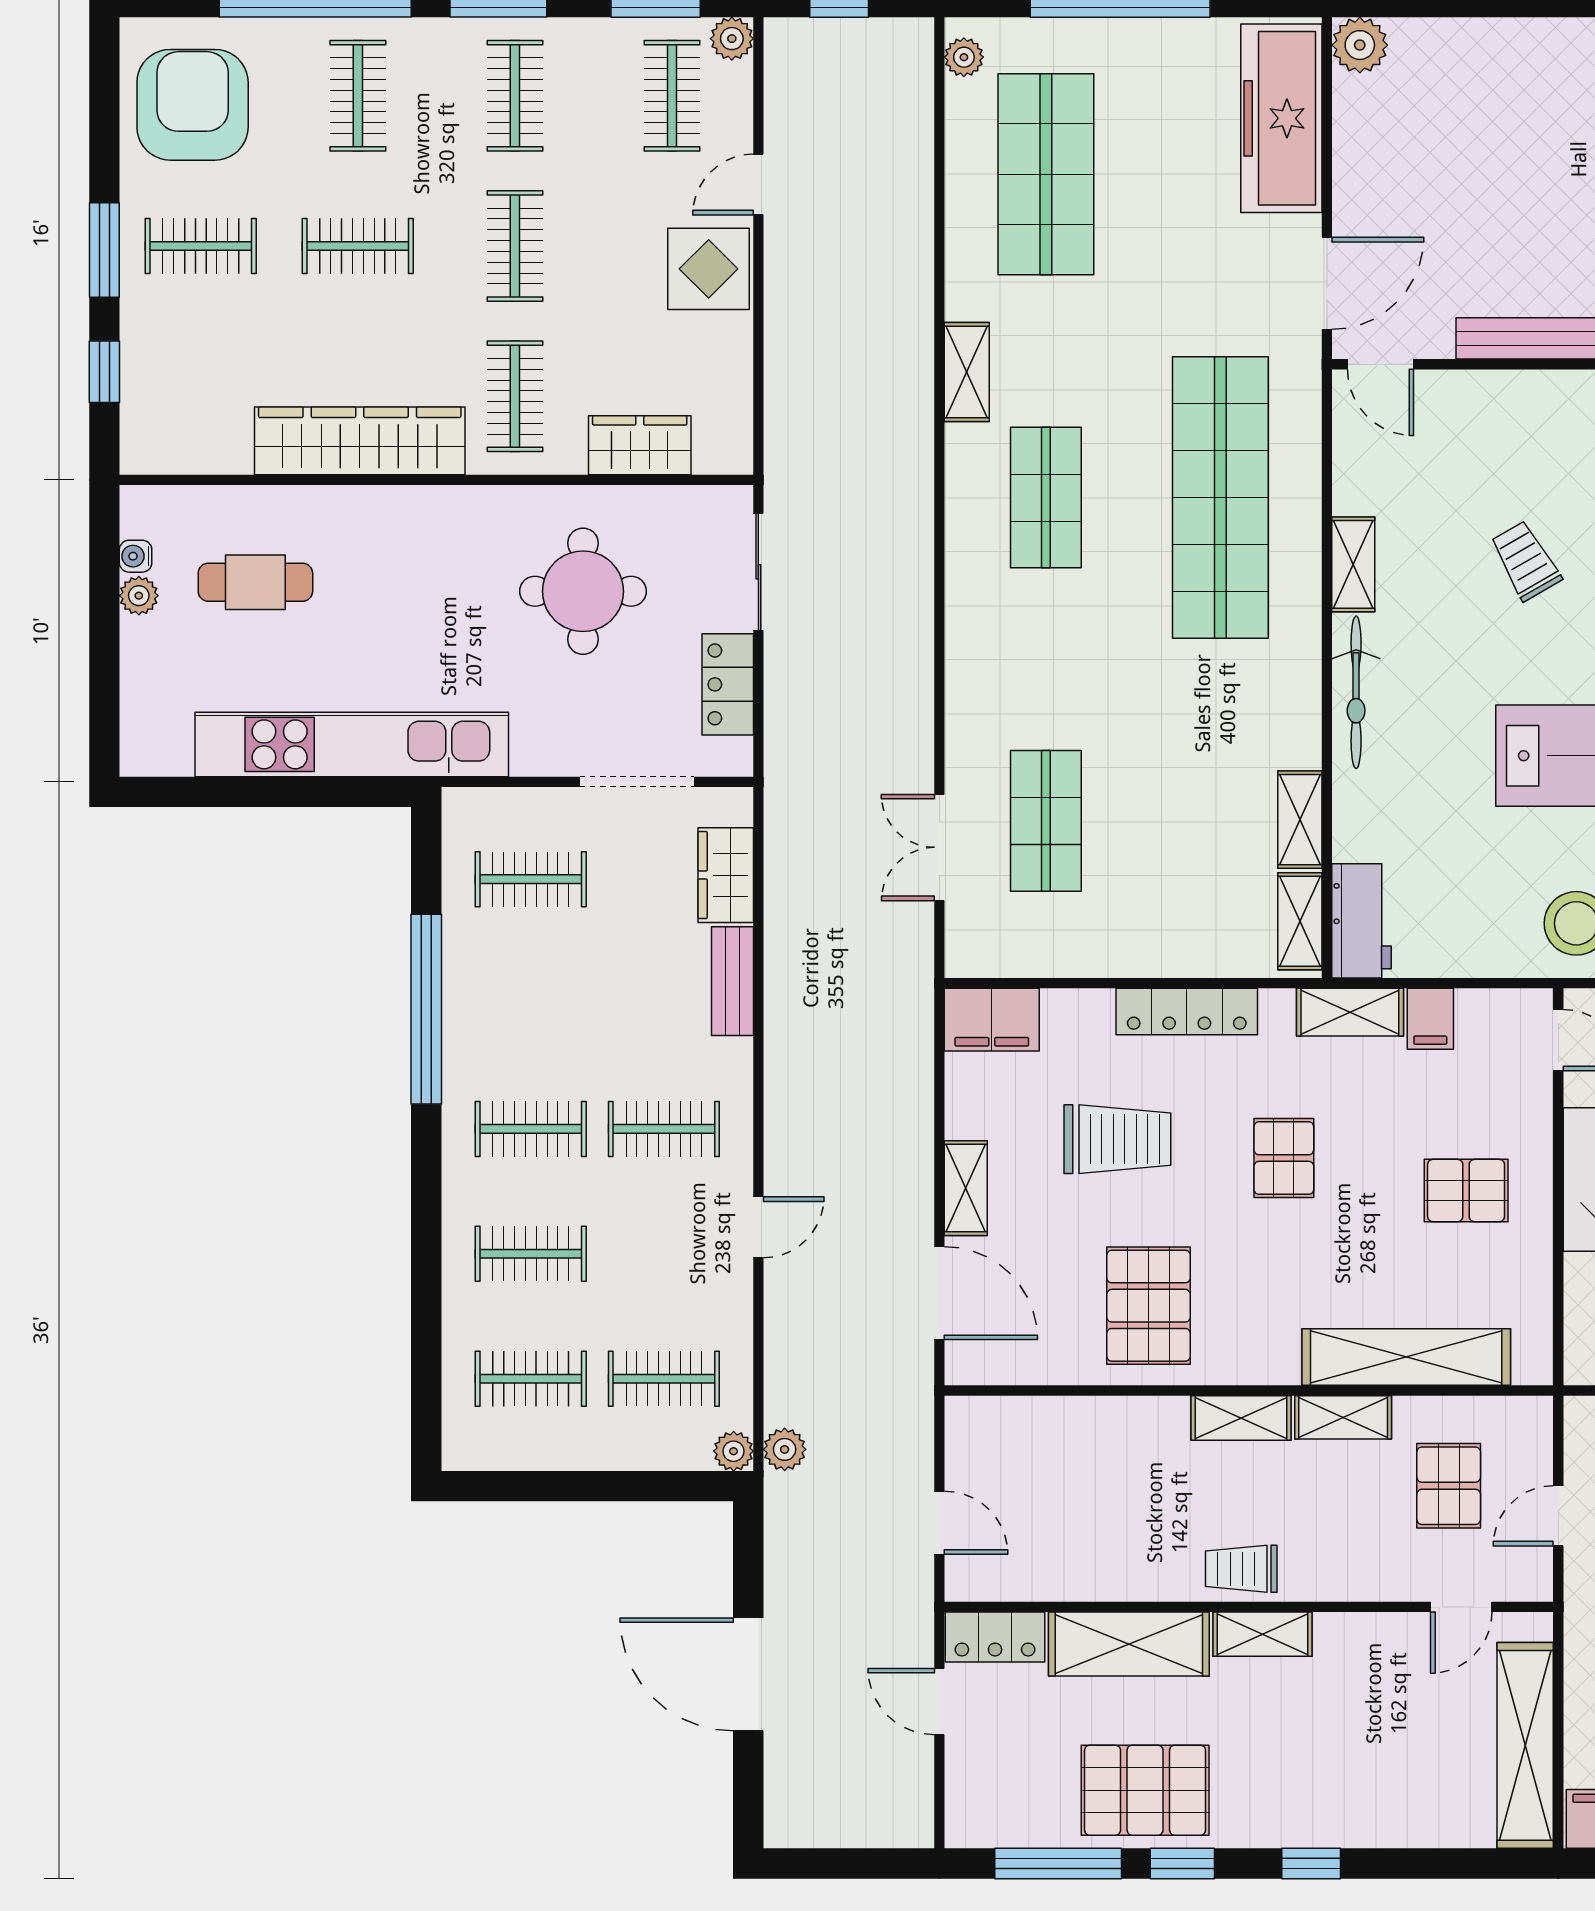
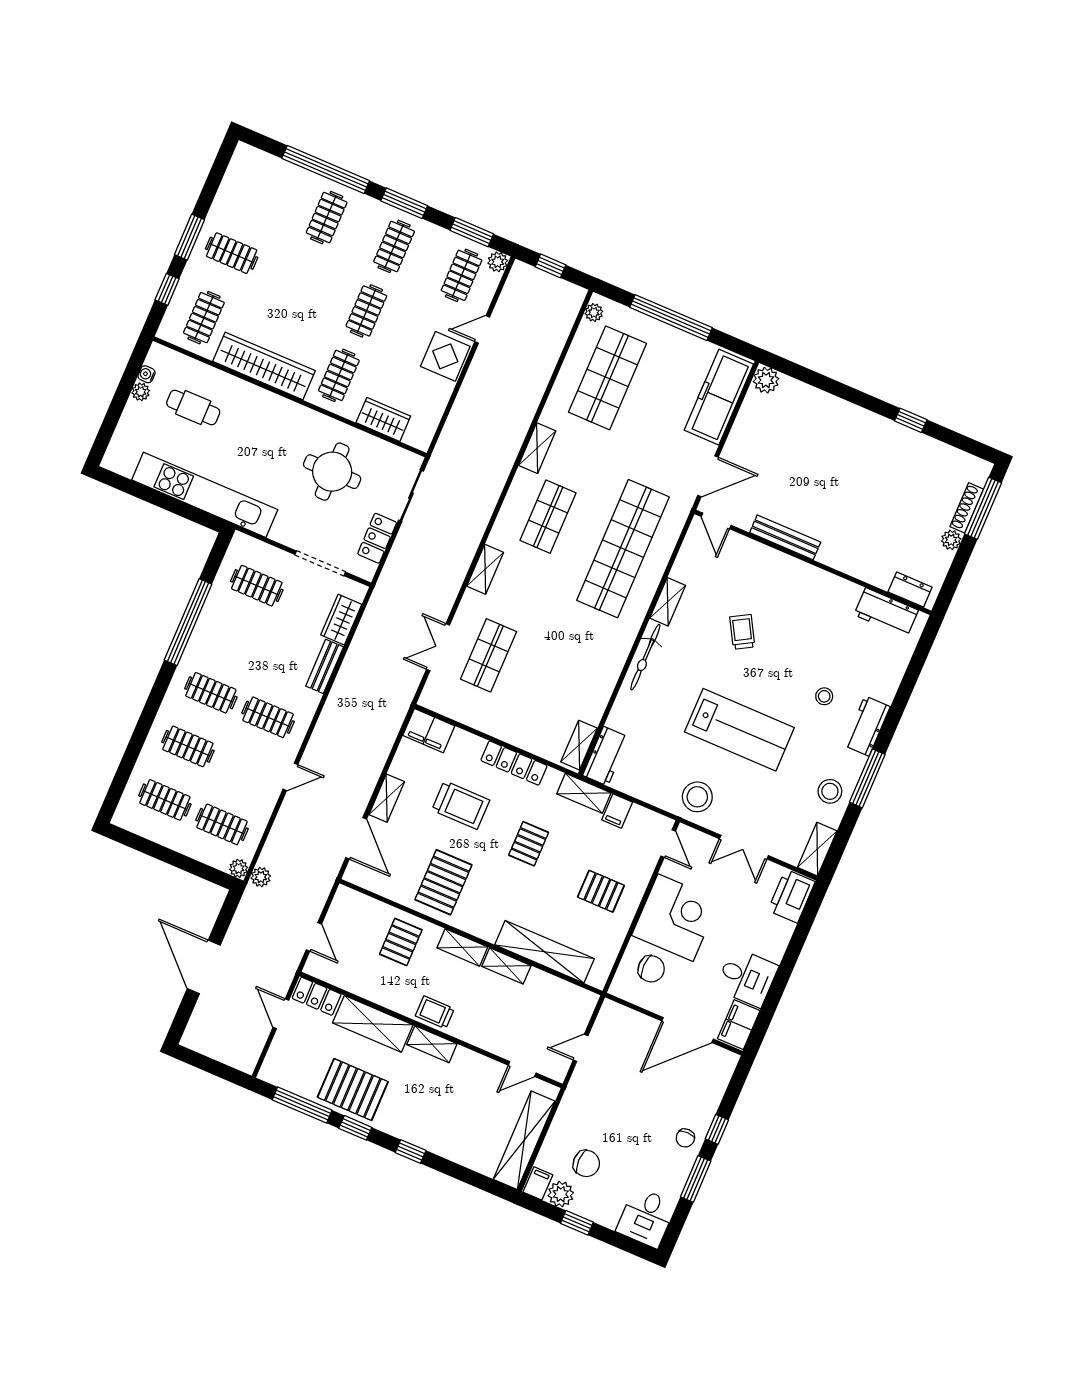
armchair: (193, 105) -> (254, 191), removed
clothes rail: (358, 246) -> (204, 318), moved, turned 90
shelving: (1300, 820) -> (485, 569), moved
pallet: (1449, 1486) -> (401, 942), moved

